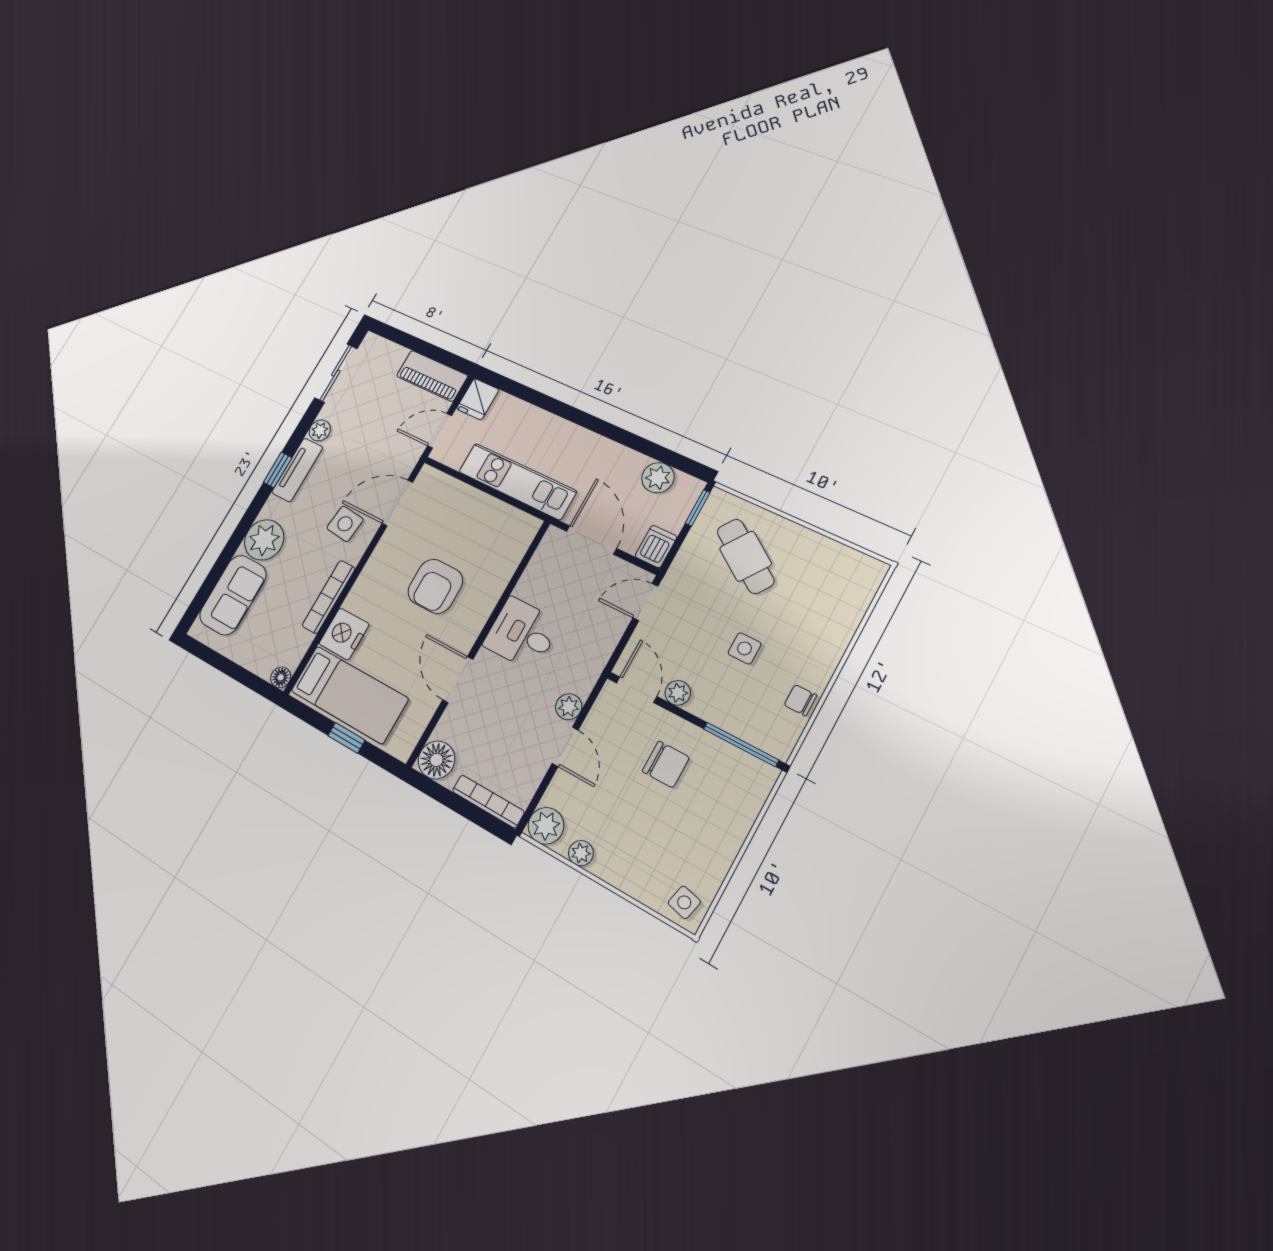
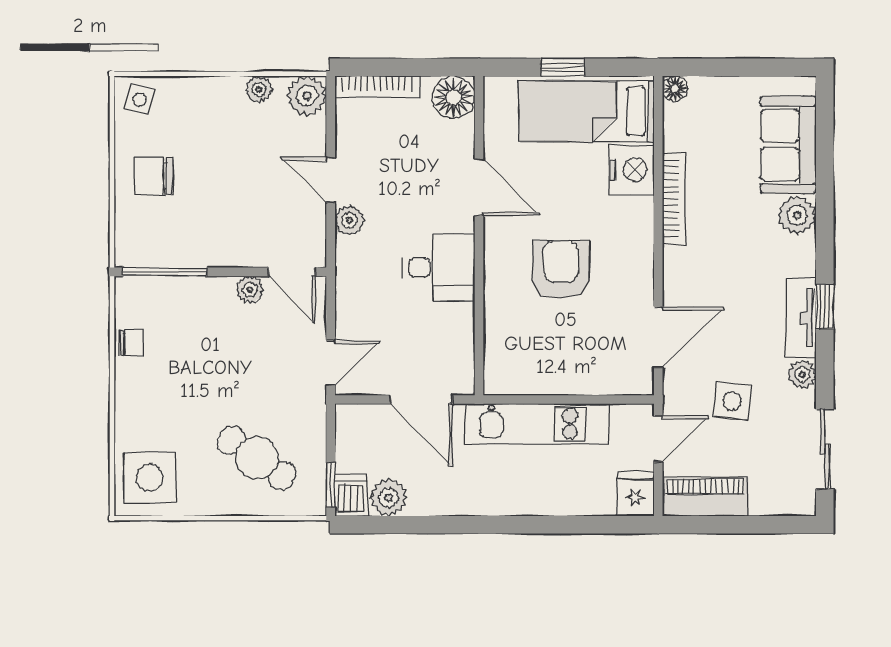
side table: (345, 524) -> (732, 401), moved
plant: (264, 540) -> (797, 215), width x0.73, depth x0.73
dishwasher: (656, 547) -> (351, 495), moved, turned 180
side table: (744, 648) -> (150, 478), moved, width x1.87, depth x1.87
chair: (666, 764) -> (154, 176), moved

